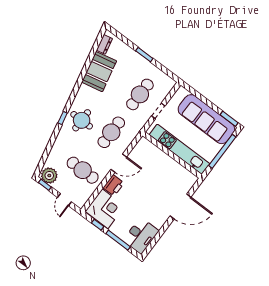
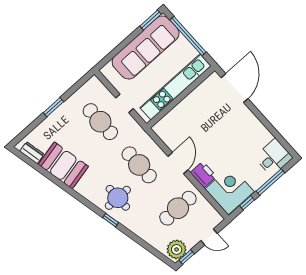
door: (180, 207) -> (235, 88), moved
desk: (141, 236) -> (274, 157), width x0.73

